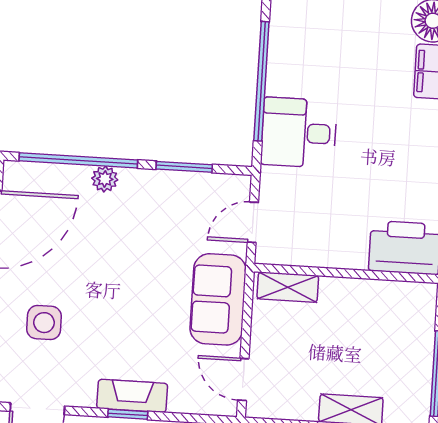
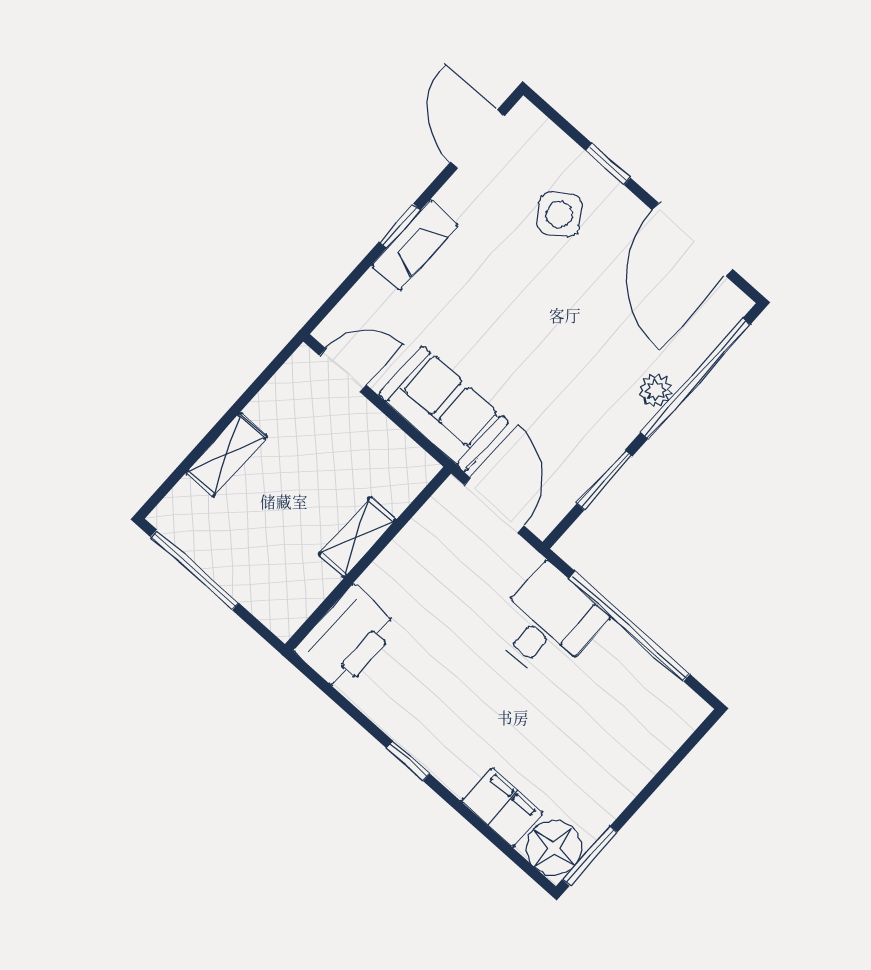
door: (253, 222) -> (494, 505), width x1.38
shelving: (288, 287) -> (357, 537), moved
side table: (44, 323) -> (559, 214), turned -37

